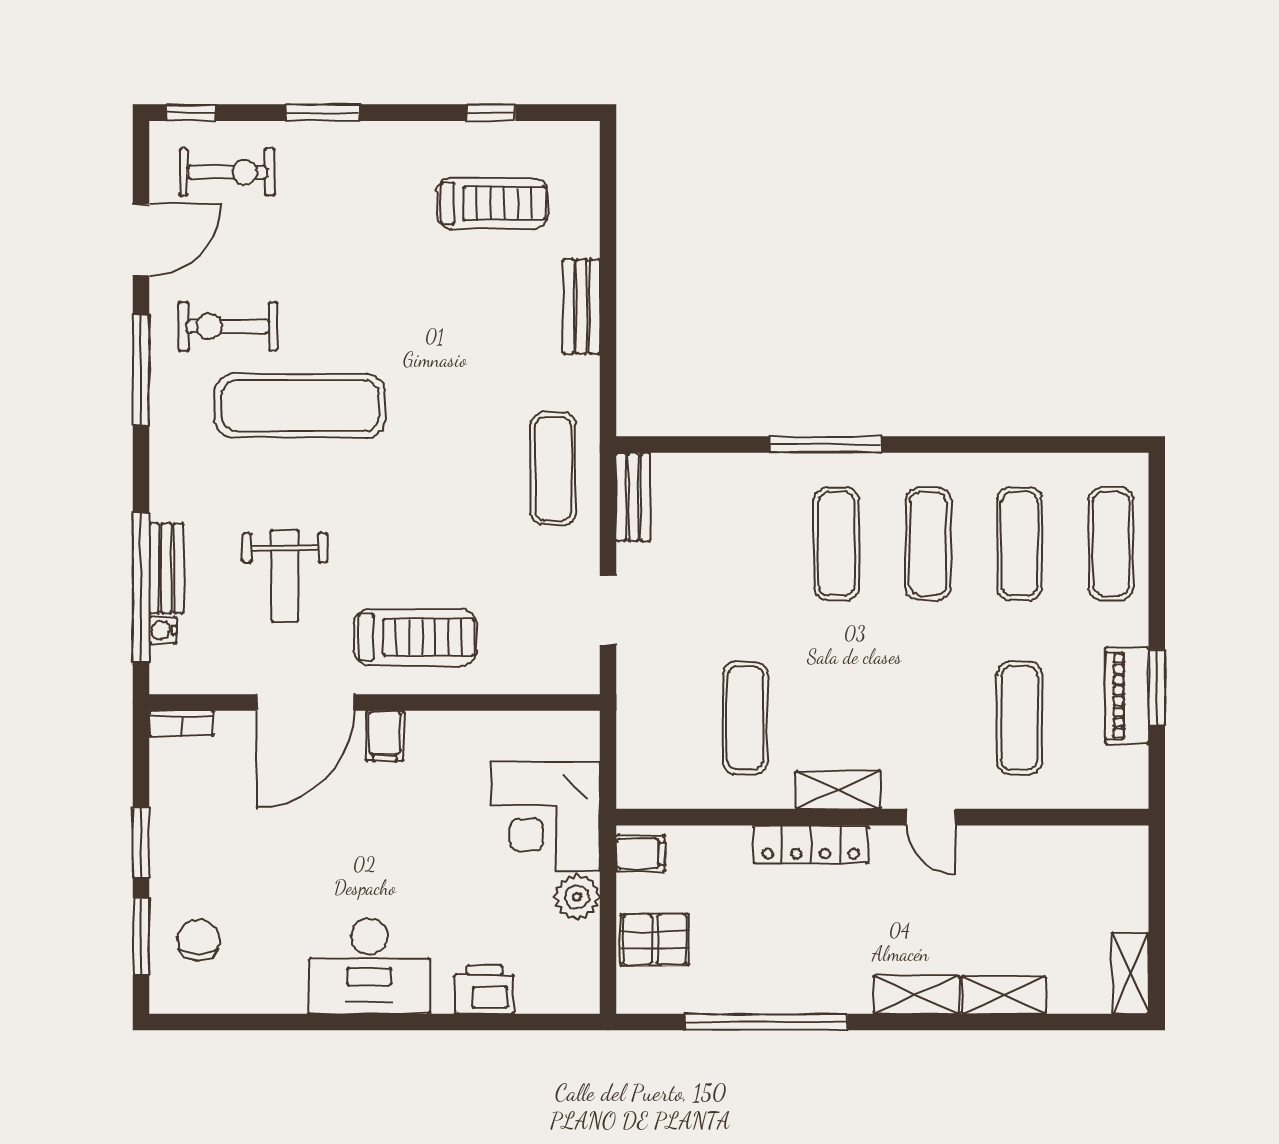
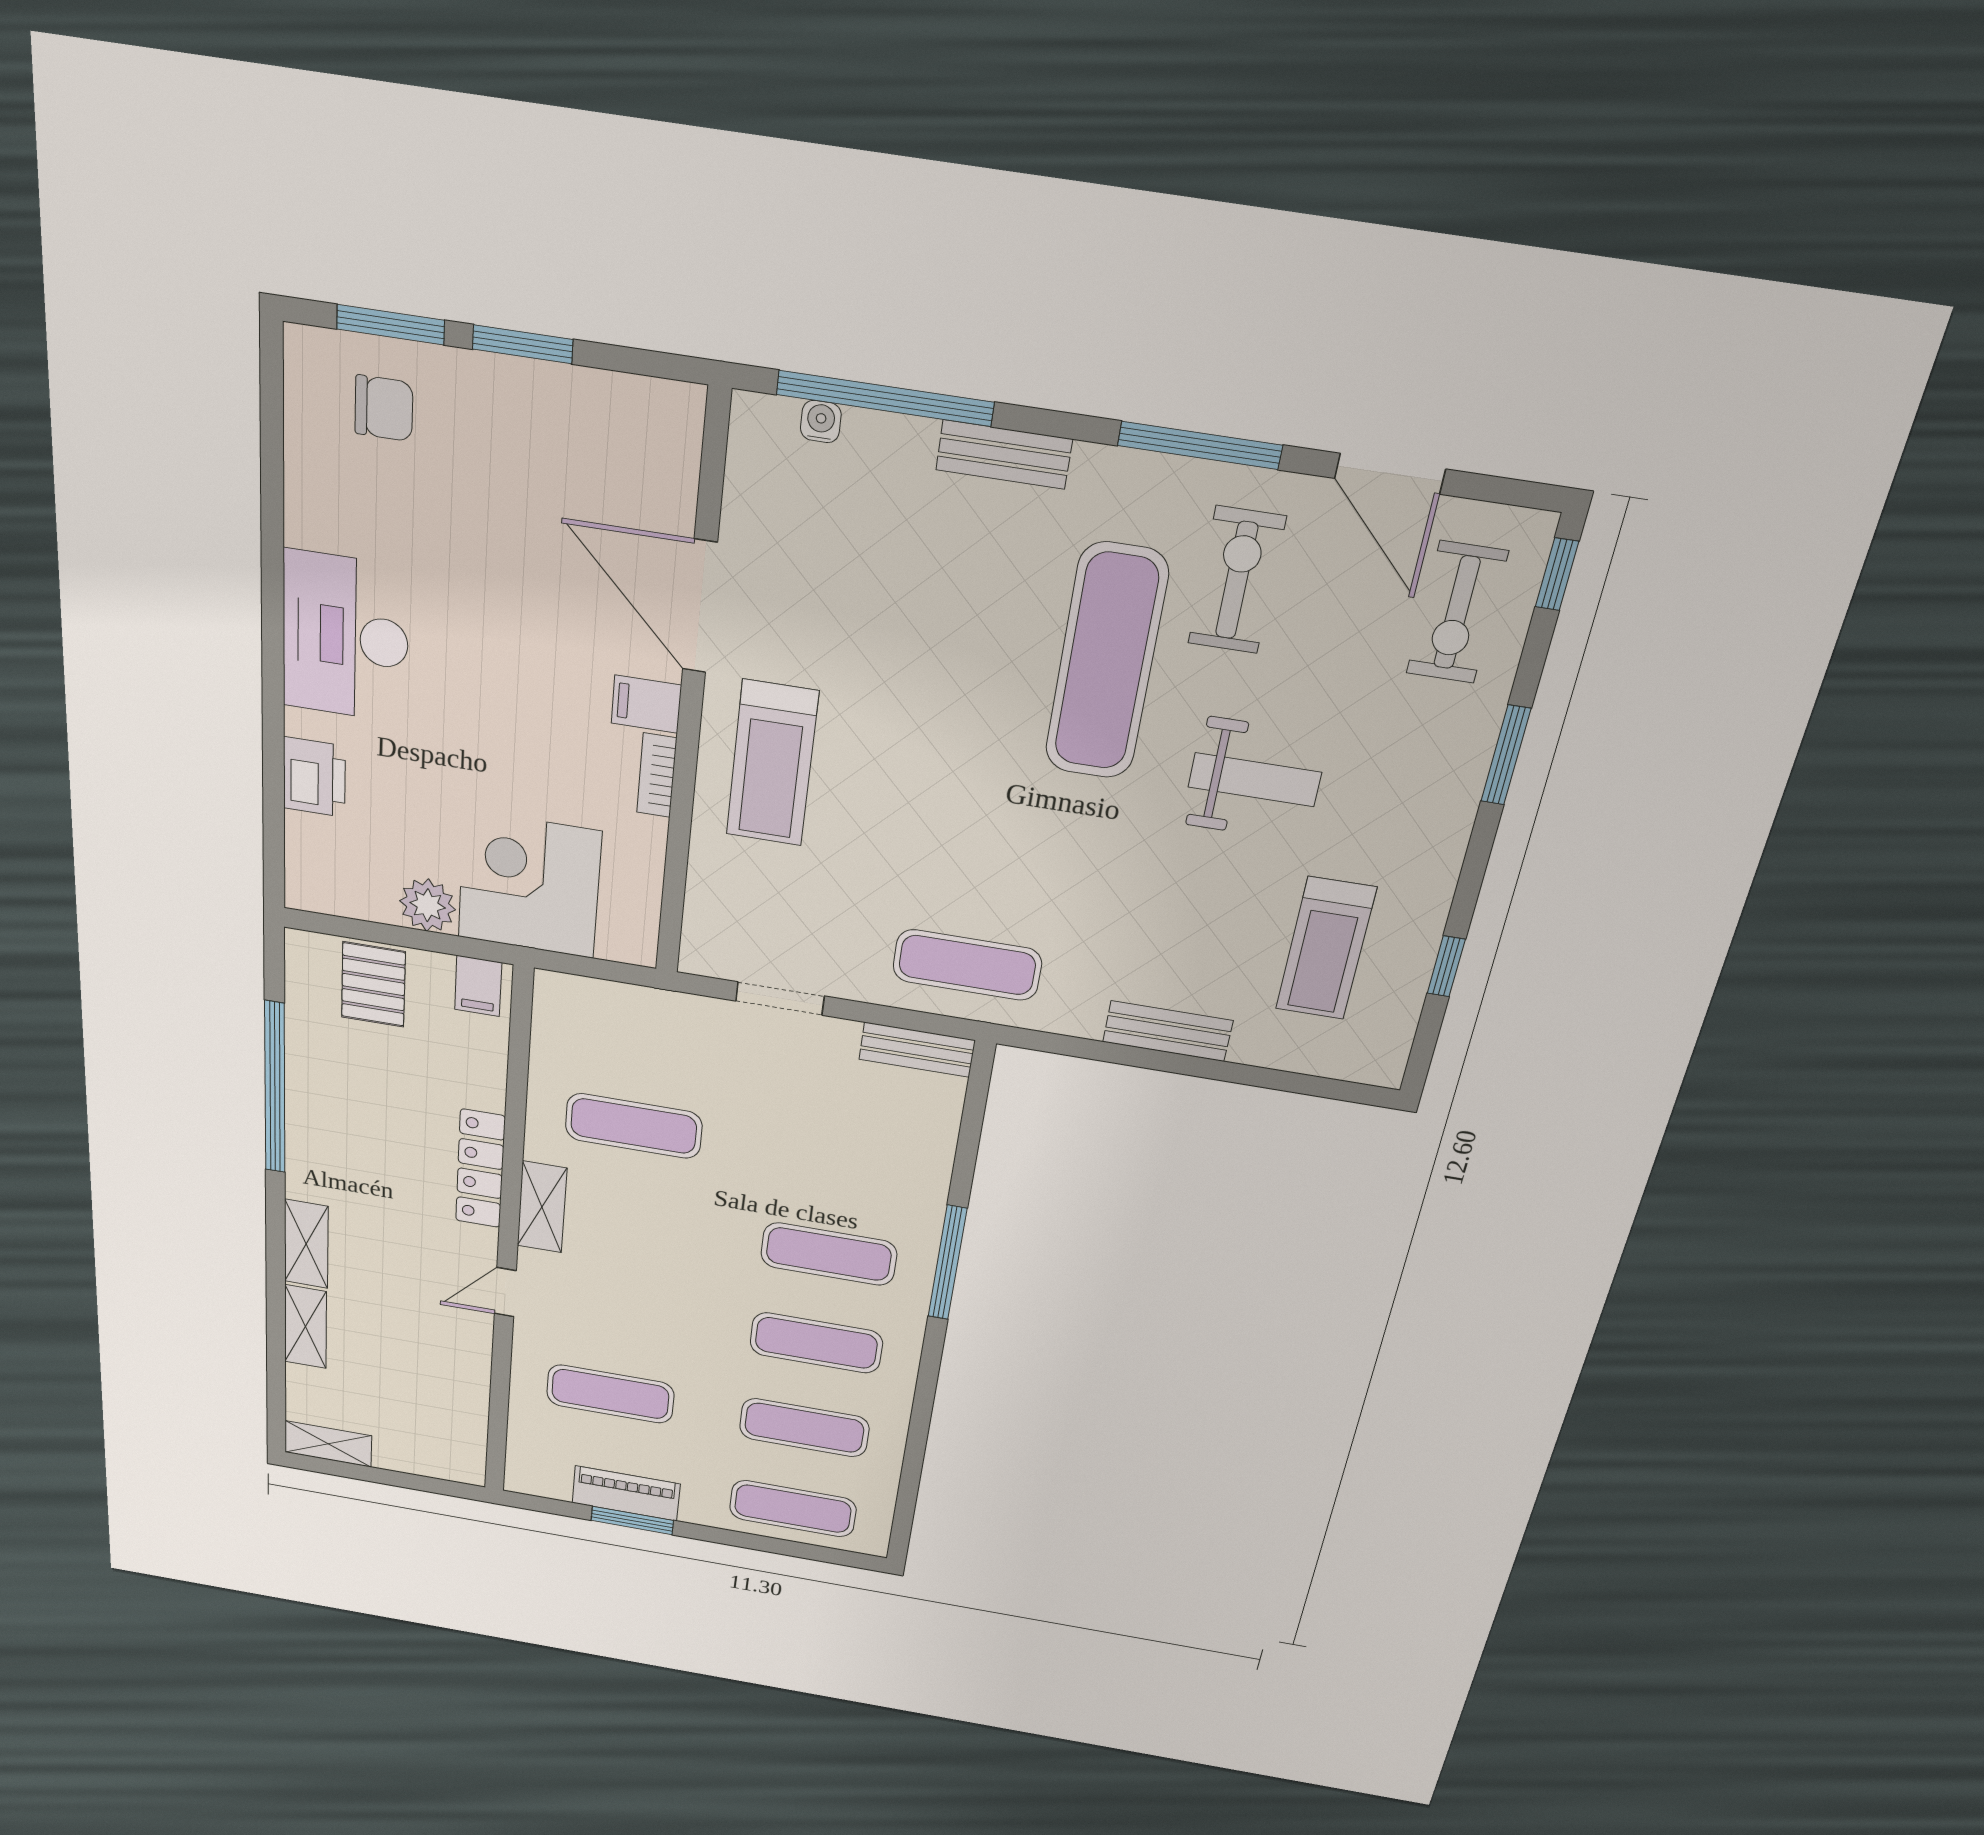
bench: (166, 568) -> (1004, 455), moved
weight bench: (285, 576) -> (1255, 780), moved, turned 180
bookcase: (181, 724) -> (657, 775), moved

